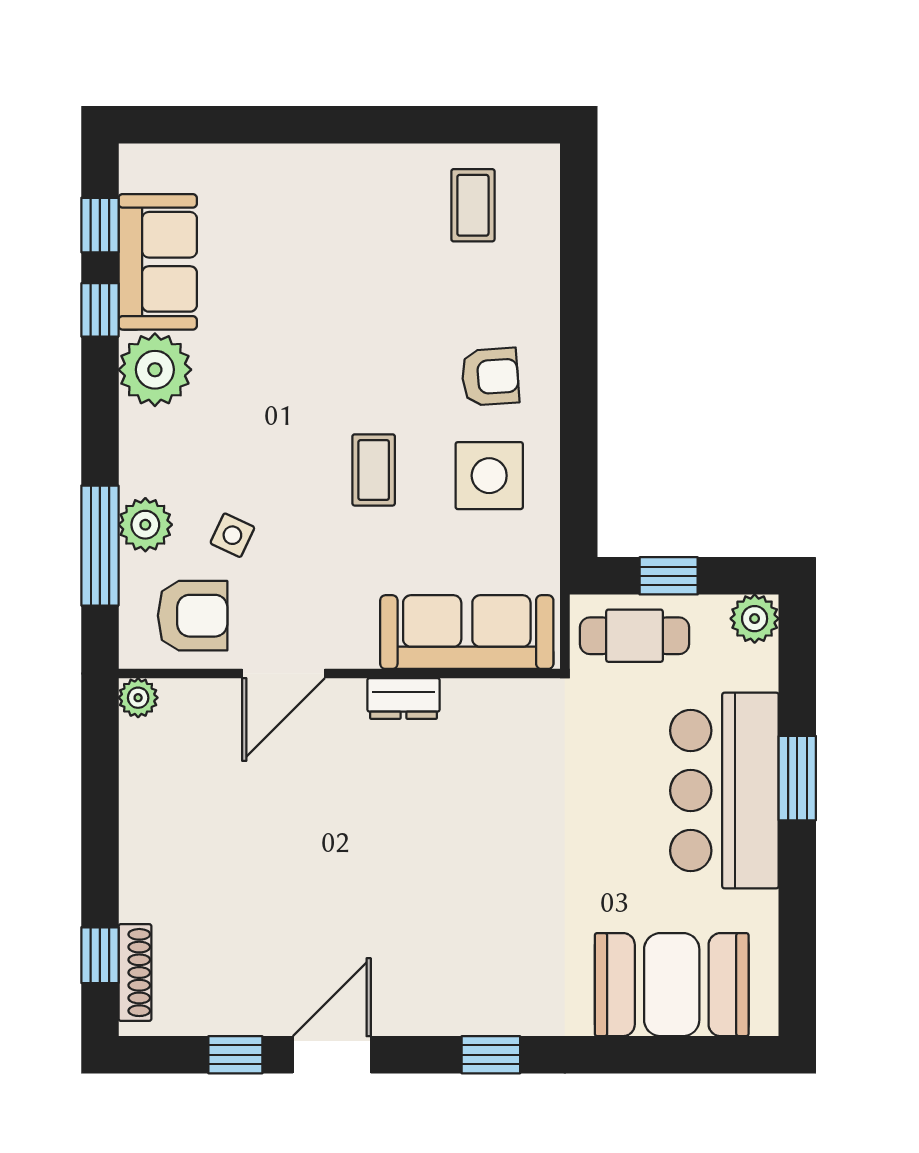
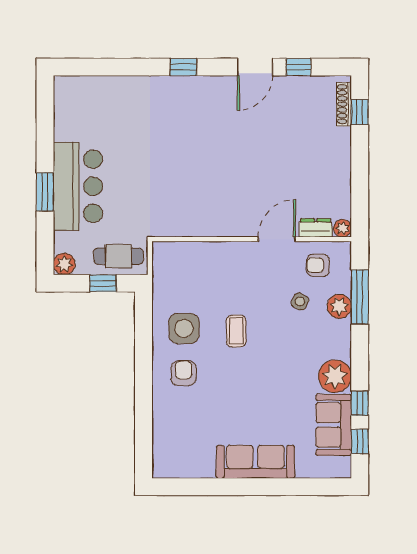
coffee table: (473, 205) -> (191, 451), removed
armchair: (490, 377) -> (184, 373), turned 94
armchair: (193, 616) -> (318, 265), width x0.72, depth x0.72
sofa: (467, 632) -> (255, 462), moved, turned 180
dresser: (404, 699) -> (316, 228), moved
booth: (672, 985) -> (102, 99), removed

